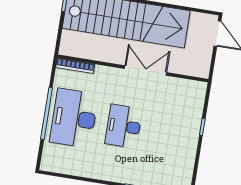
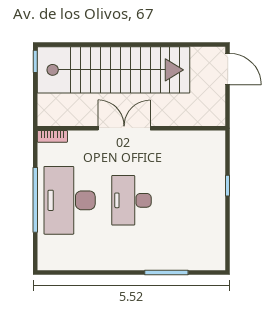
bookcase: (75, 66) -> (52, 136), width x0.64
double door: (146, 71) -> (124, 128), moved

